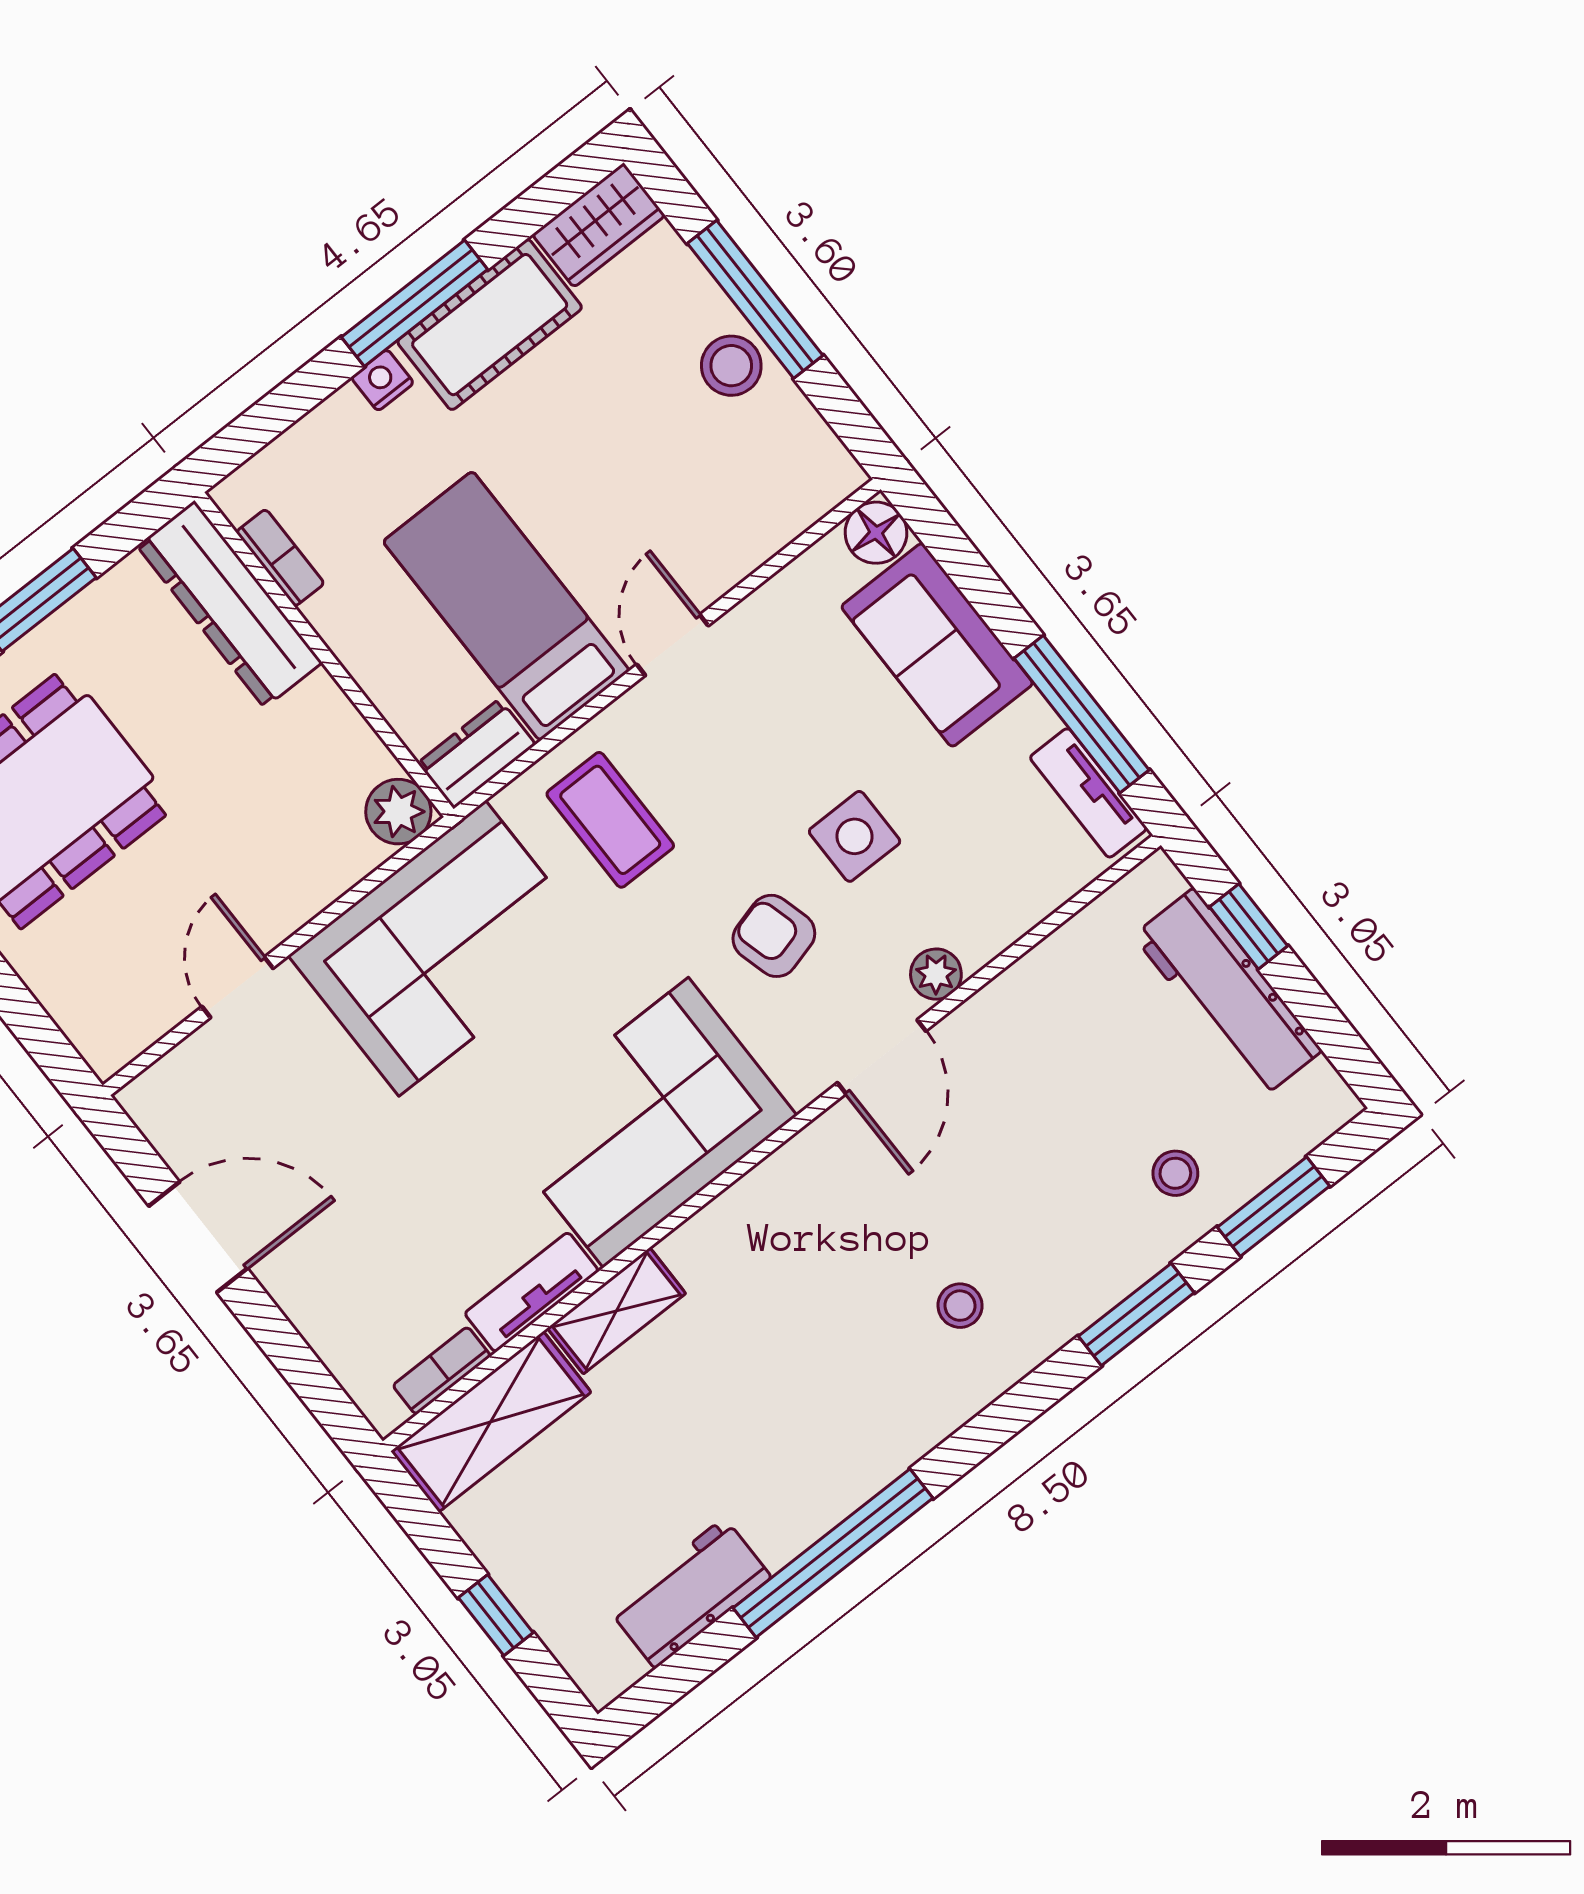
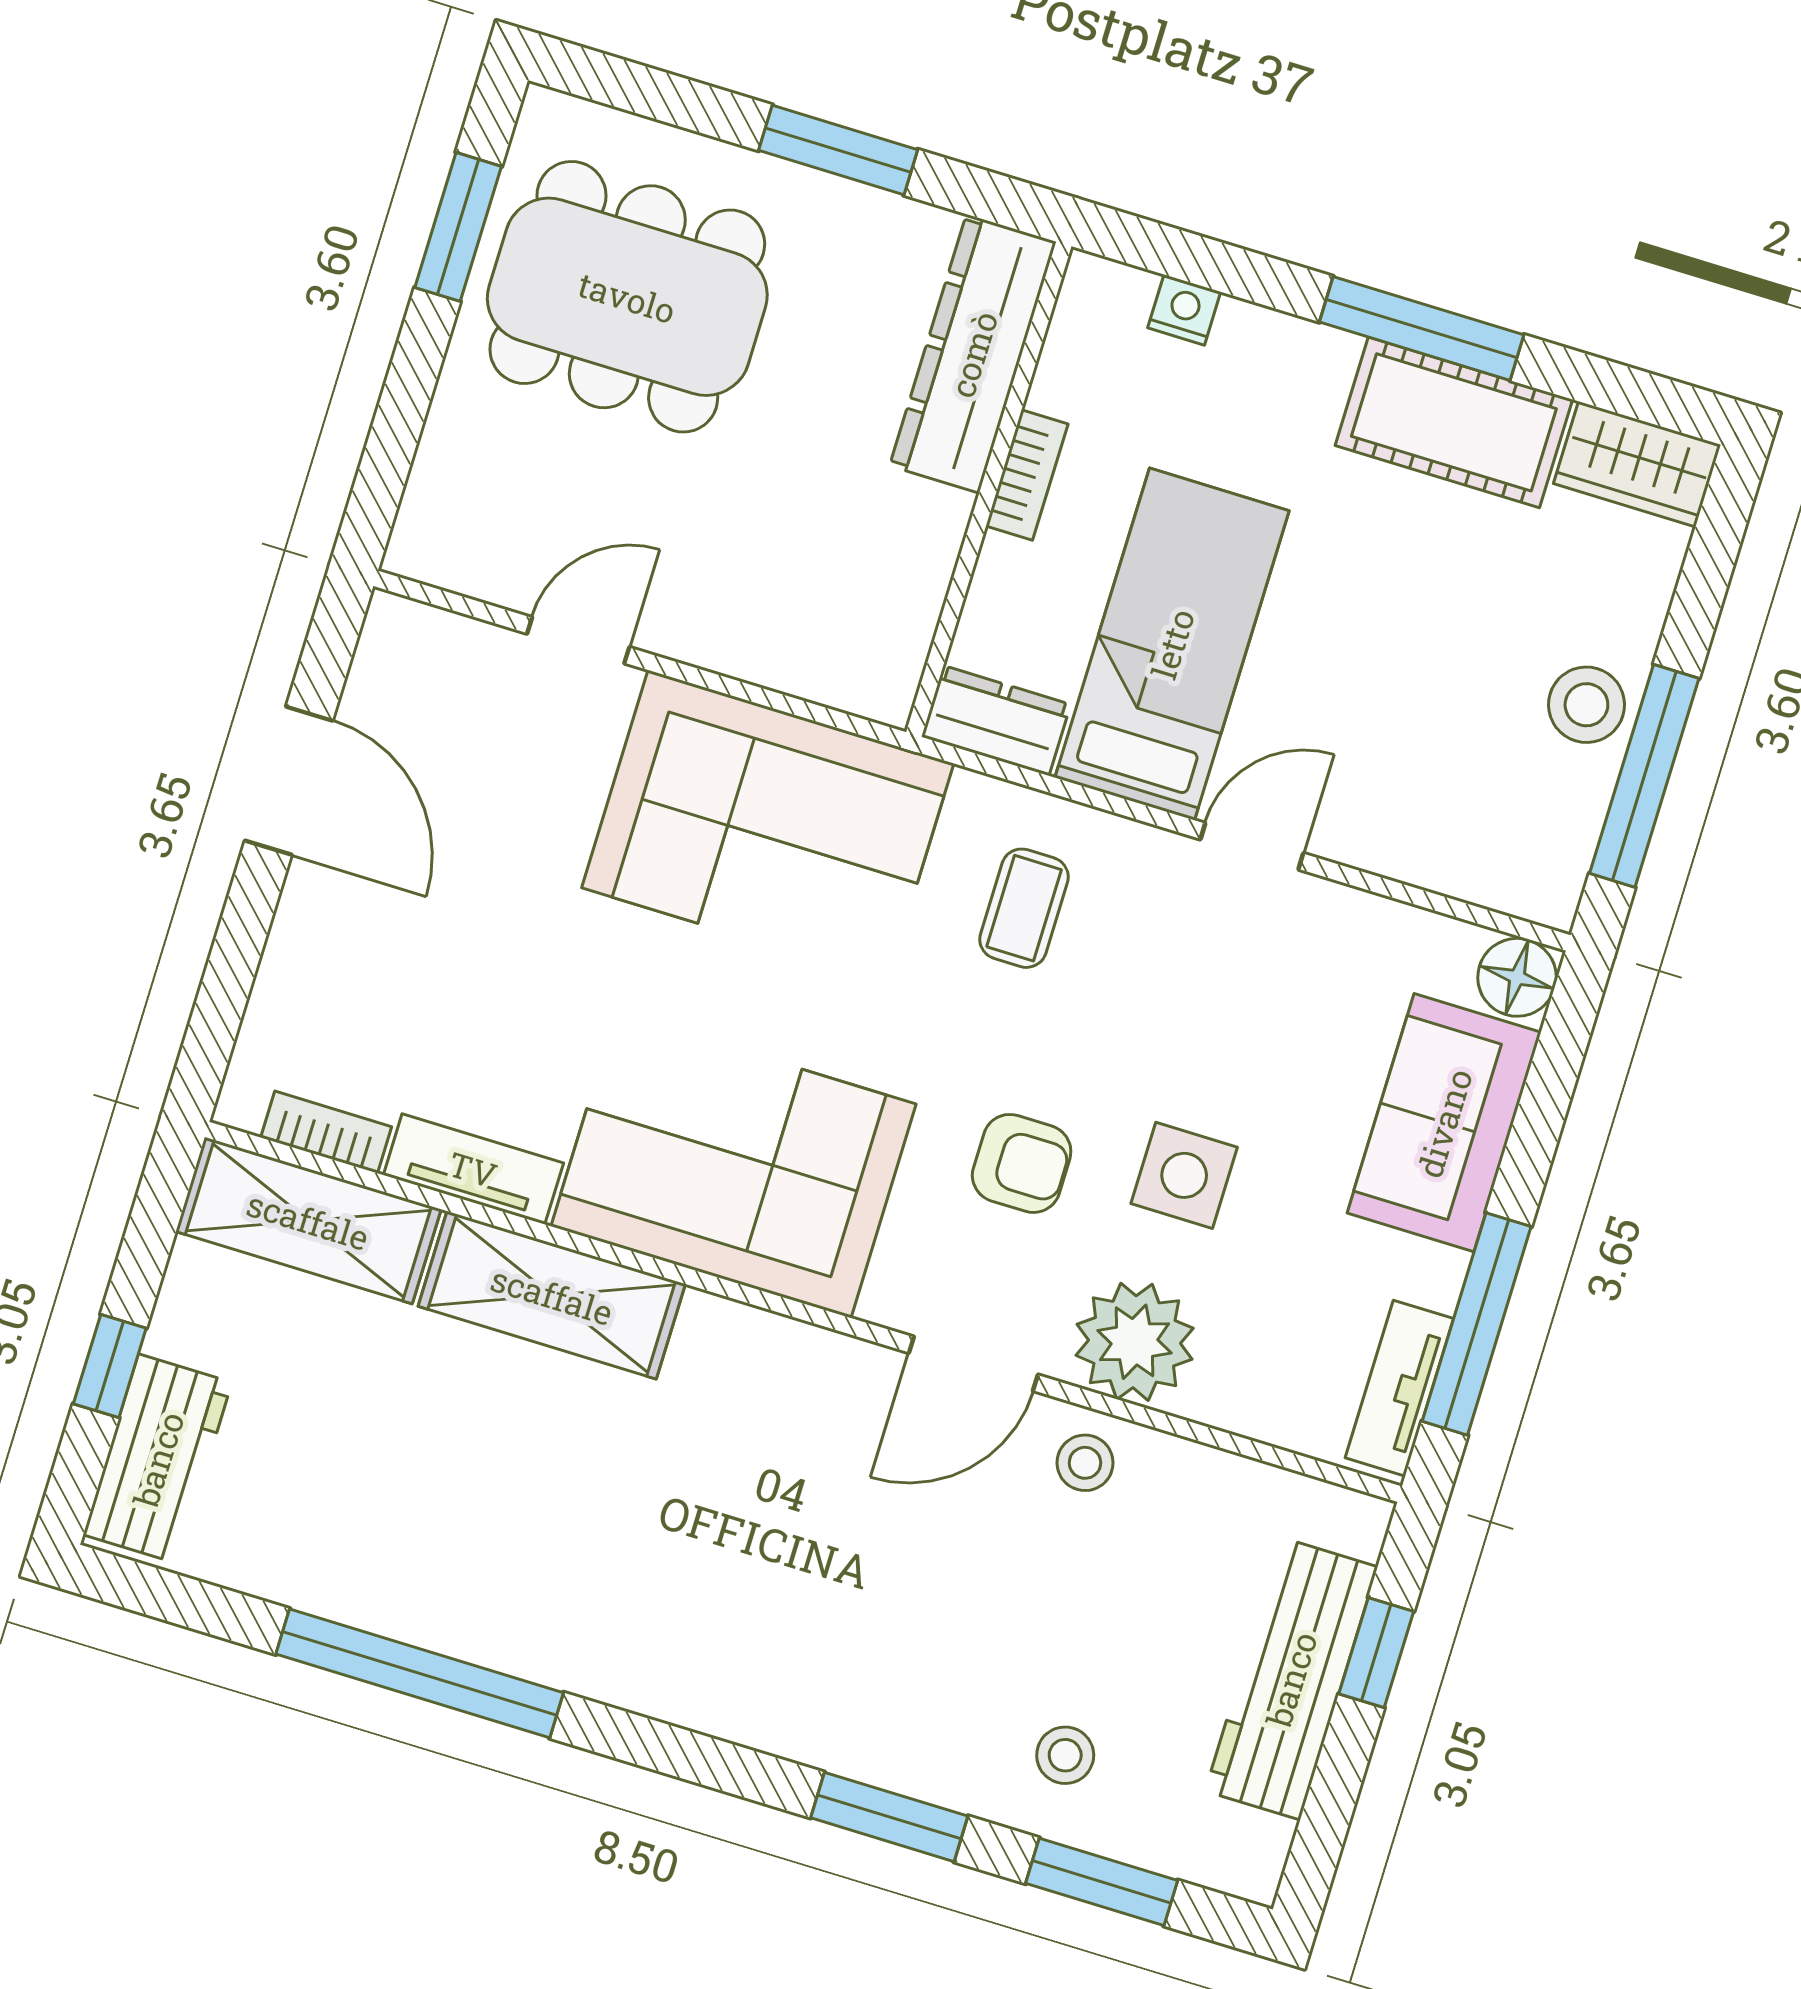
window: (755, 299) -> (1644, 776), moved
nightstand: (382, 380) -> (1184, 310), moved
bookcase: (280, 558) -> (1027, 475), moved
plant: (398, 812) -> (879, 681), removed
coffee table: (610, 820) -> (1024, 908), width x0.73, depth x0.77
armchair: (774, 936) -> (1022, 1163), turned 105
plant: (936, 974) -> (1135, 1342), width x1.87, depth x1.87
stool: (960, 1306) -> (1085, 1463), moved
shelving: (616, 1311) -> (552, 1295), width x1.50, depth x1.33
workbench: (690, 1593) -> (158, 1459), moved, turned 90

